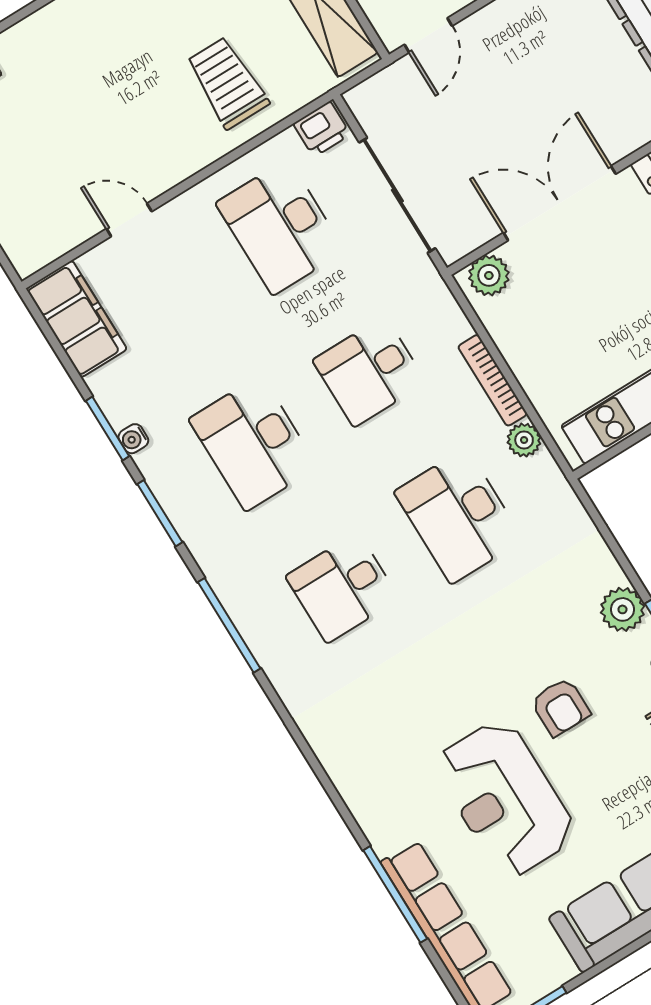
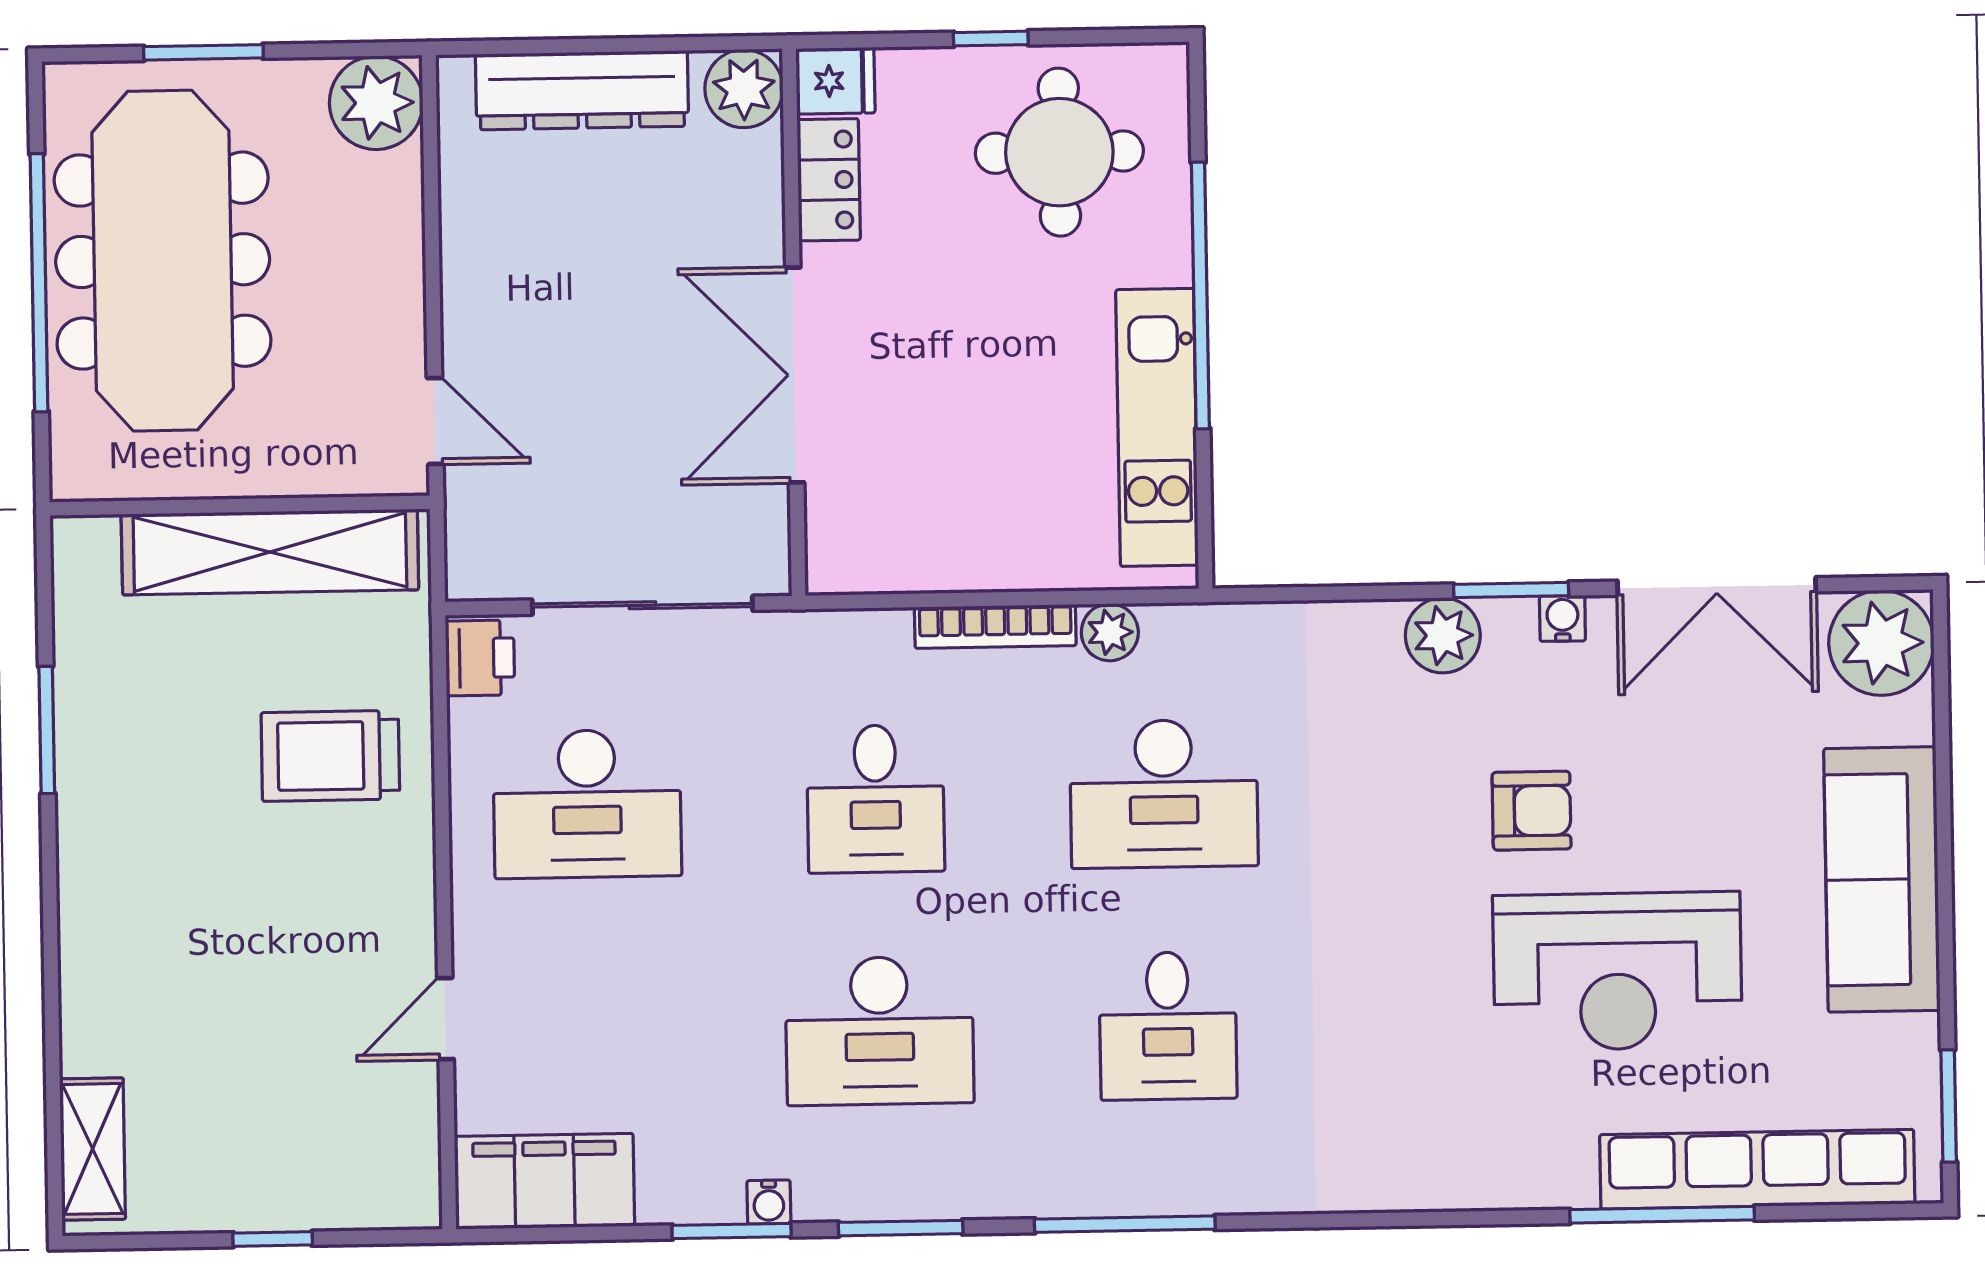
plant: (489, 275) -> (839, 541), removed

